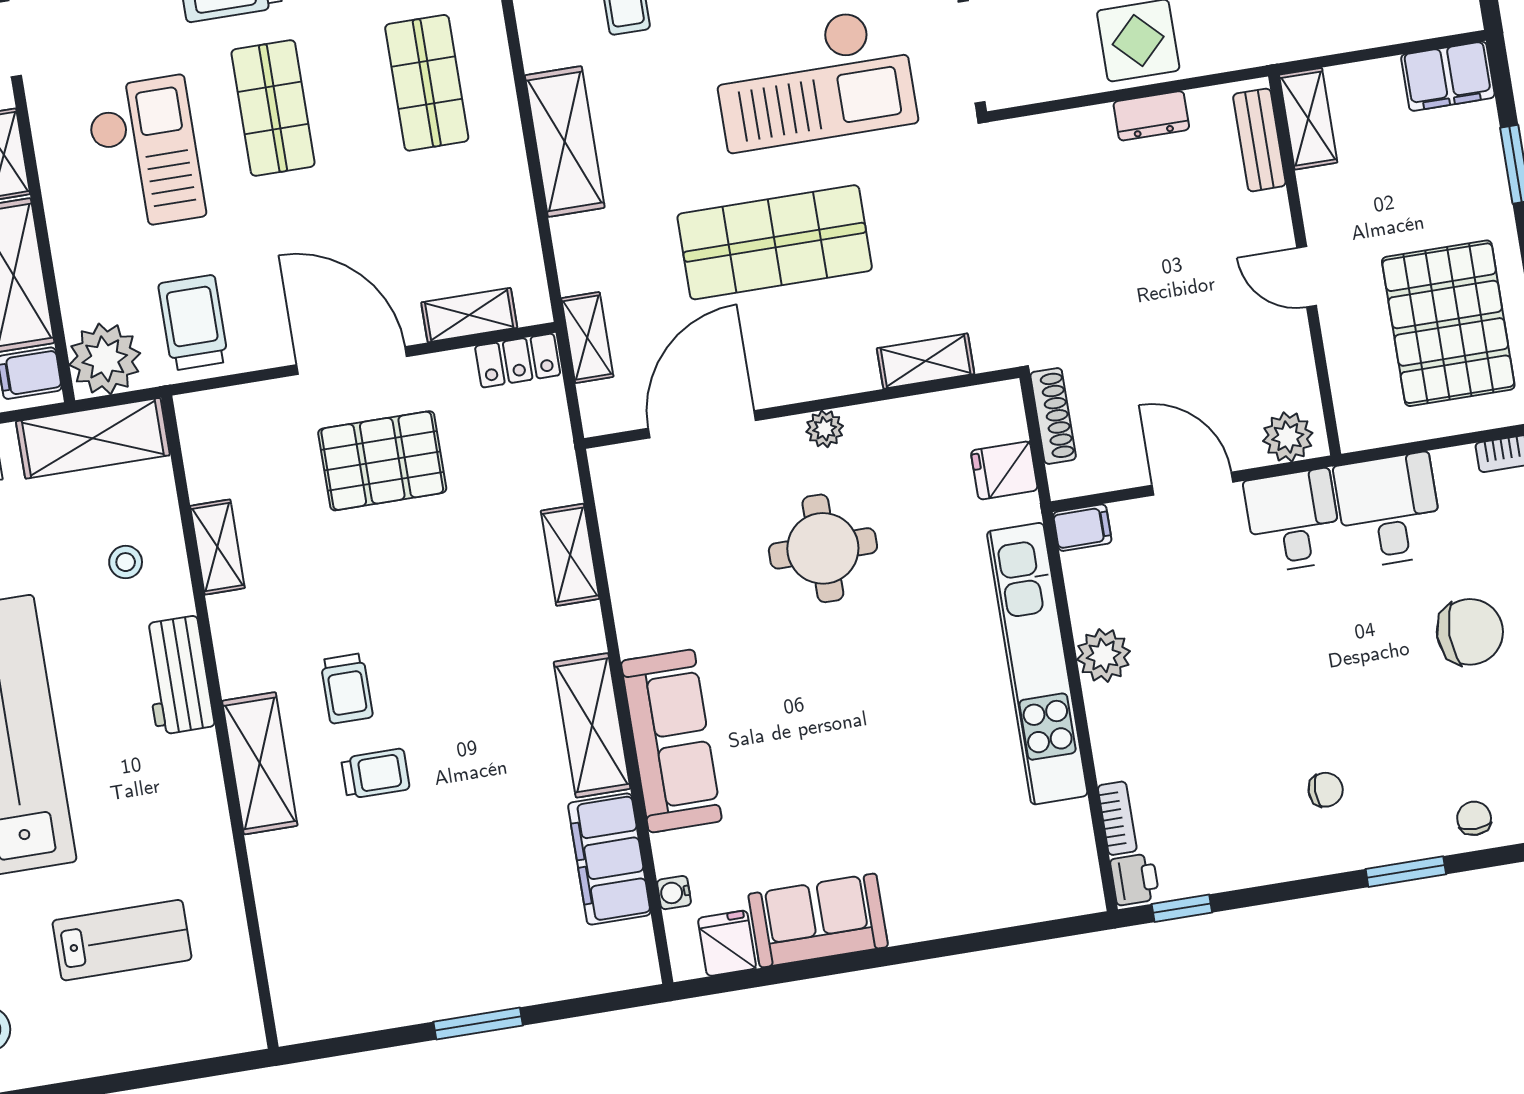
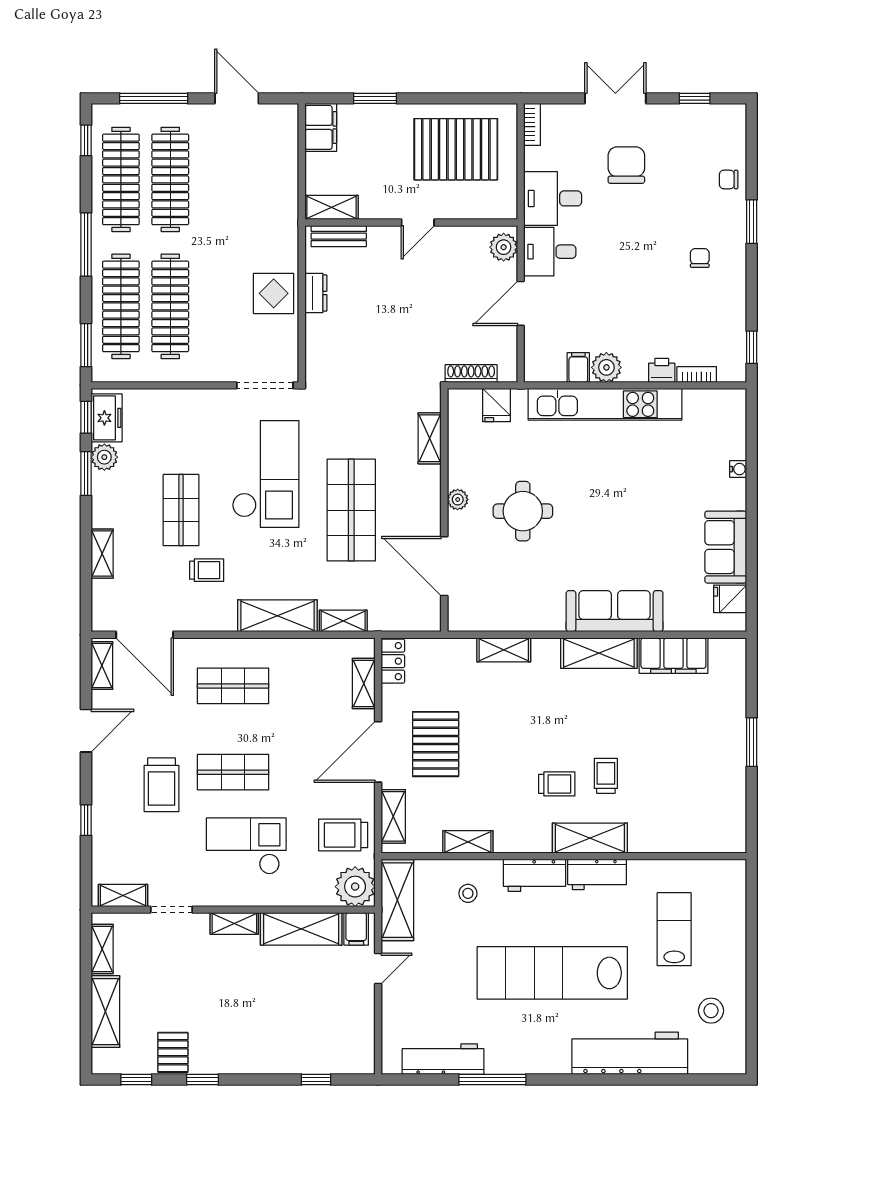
shelving: (587, 338) -> (343, 621), moved
shelving: (241, 406) -> (393, 816), added
filing cabinet: (1082, 528) -> (578, 368), moved
workbench: (197, 787) -> (597, 874), added
printer: (1135, 879) -> (662, 370), moved
water cooler: (674, 893) -> (738, 469), moved, turned -90

